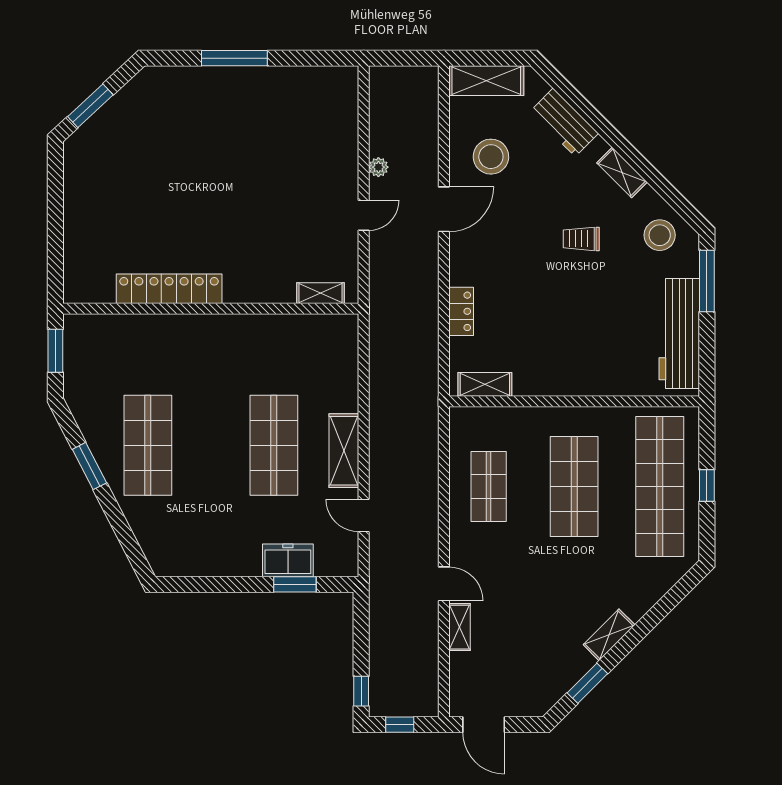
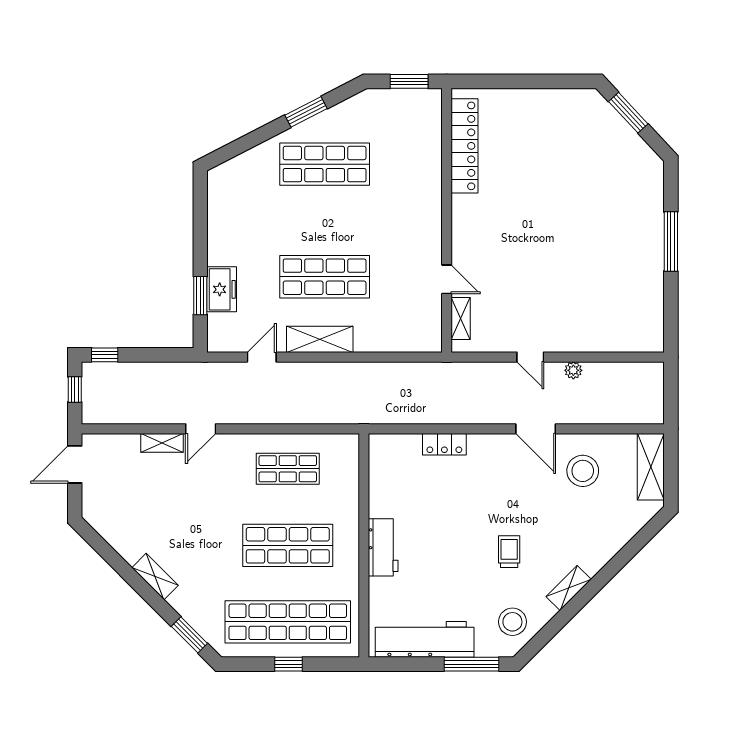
workbench: (564, 122) -> (383, 547), moved, turned 135
locker: (169, 289) -> (465, 146), moved
door: (277, 309) -> (447, 279), added
shelving: (485, 384) -> (379, 465), removed
window: (587, 683) -> (189, 635), moved

